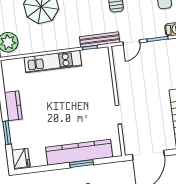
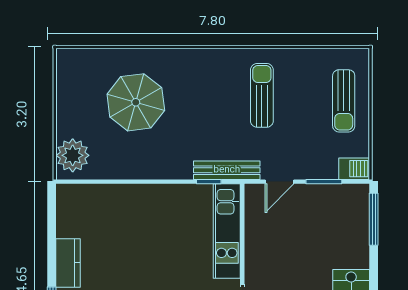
kitchen unit: (53, 61) -> (227, 231), moved, turned 90

